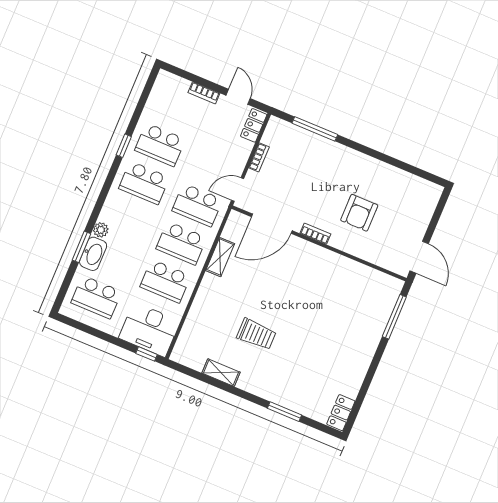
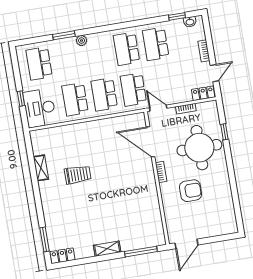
window: (315, 129) -> (224, 132), width x0.46
window: (124, 146) -> (177, 16), moved
round table: (315, 170) -> (199, 148), added
armchair: (359, 213) -> (191, 191), turned 180
washbasin: (93, 254) -> (190, 22), moved, width x0.52, depth x0.69
shelving: (220, 257) -> (107, 249), moved
trolley: (256, 334) -> (78, 175), turned -90
window: (147, 354) -> (21, 98), moved
window: (284, 412) -> (45, 239), moved

